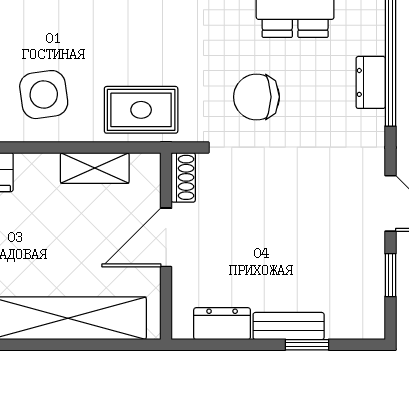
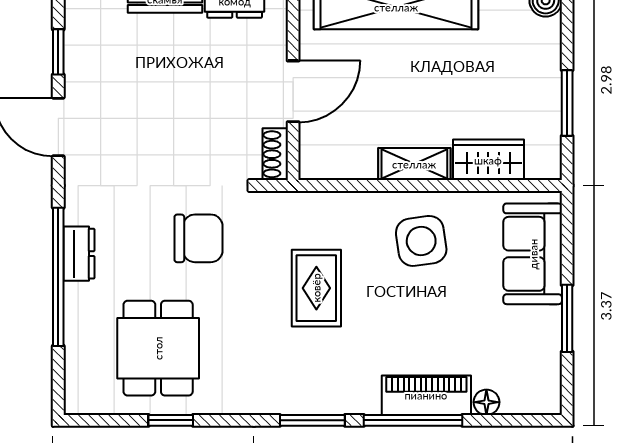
rug: (141, 110) -> (316, 288), moved, turned 90
shelving: (95, 168) -> (414, 164), moved

